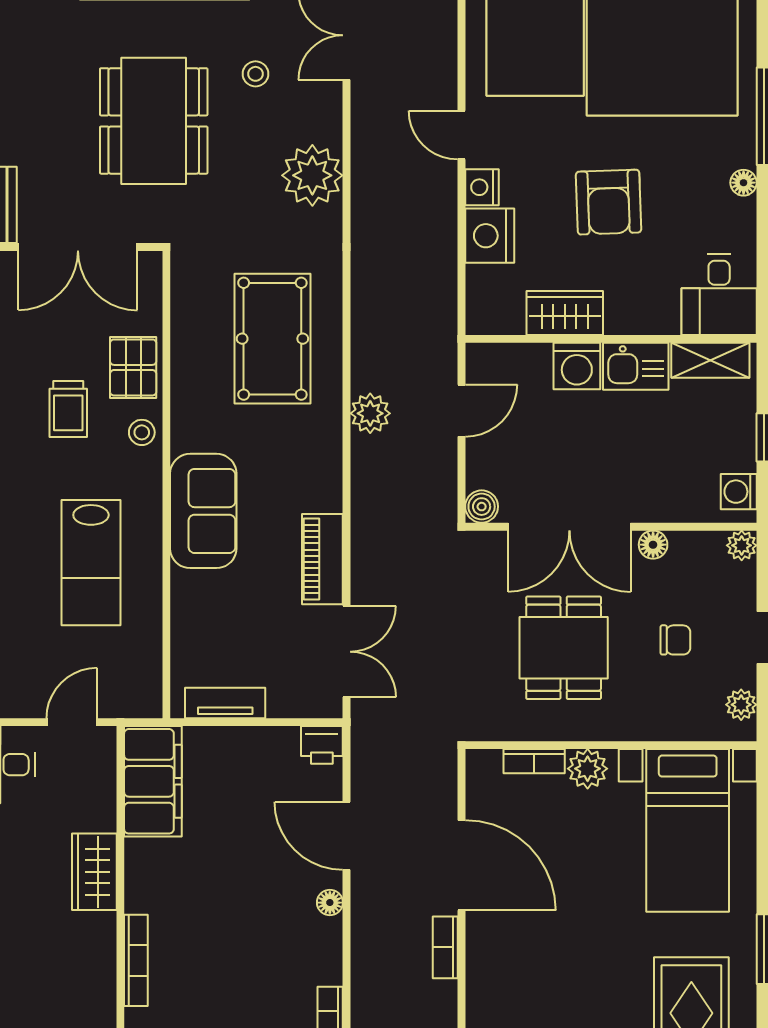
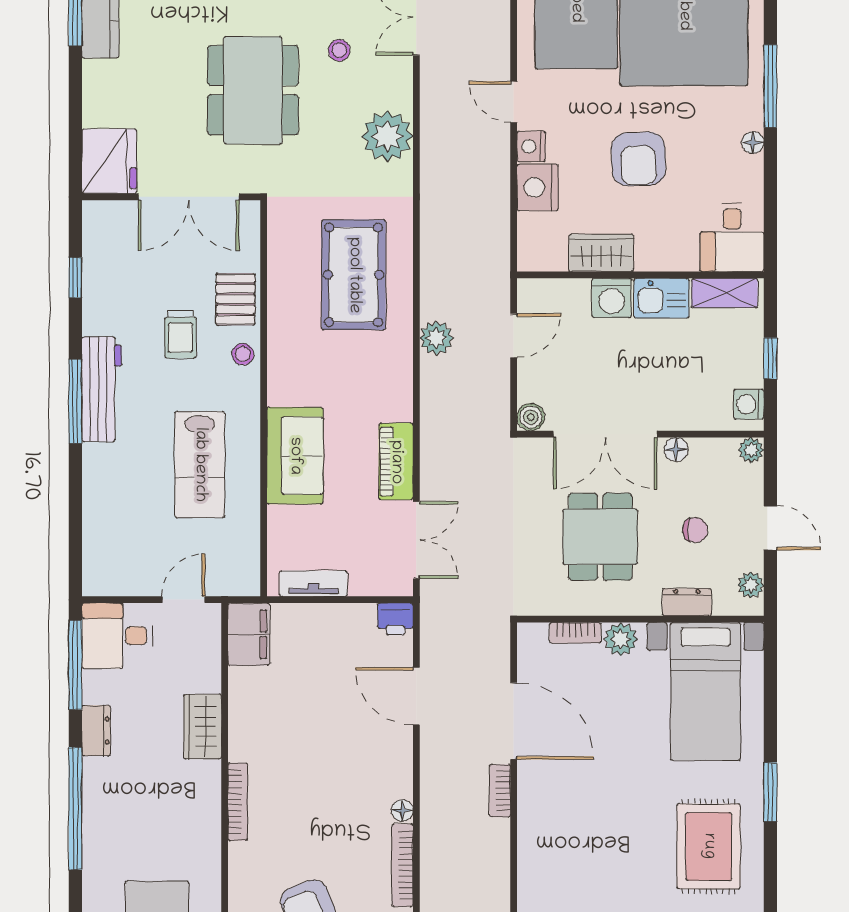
sofa: (203, 511) -> (295, 456), moved
dresser: (666, 725) -> (687, 602), added
filing cabinet: (153, 781) -> (249, 634), width x0.67, depth x0.86
floor lamp: (330, 903) -> (402, 811), moved

